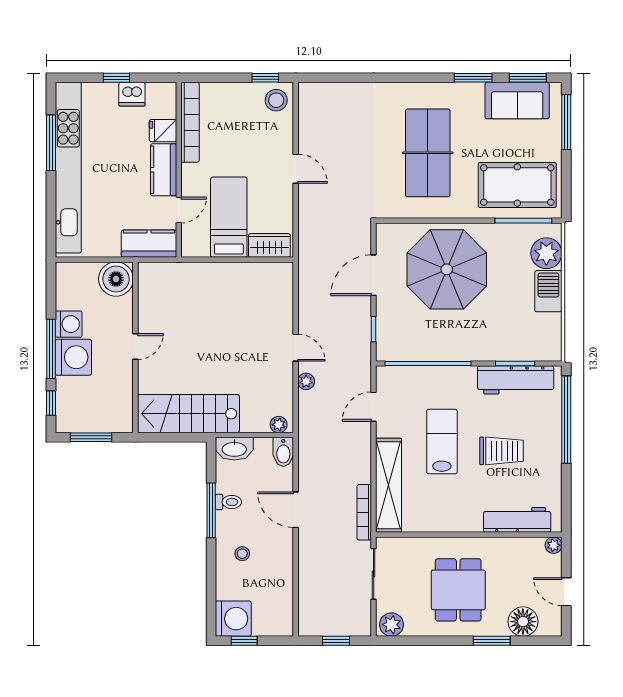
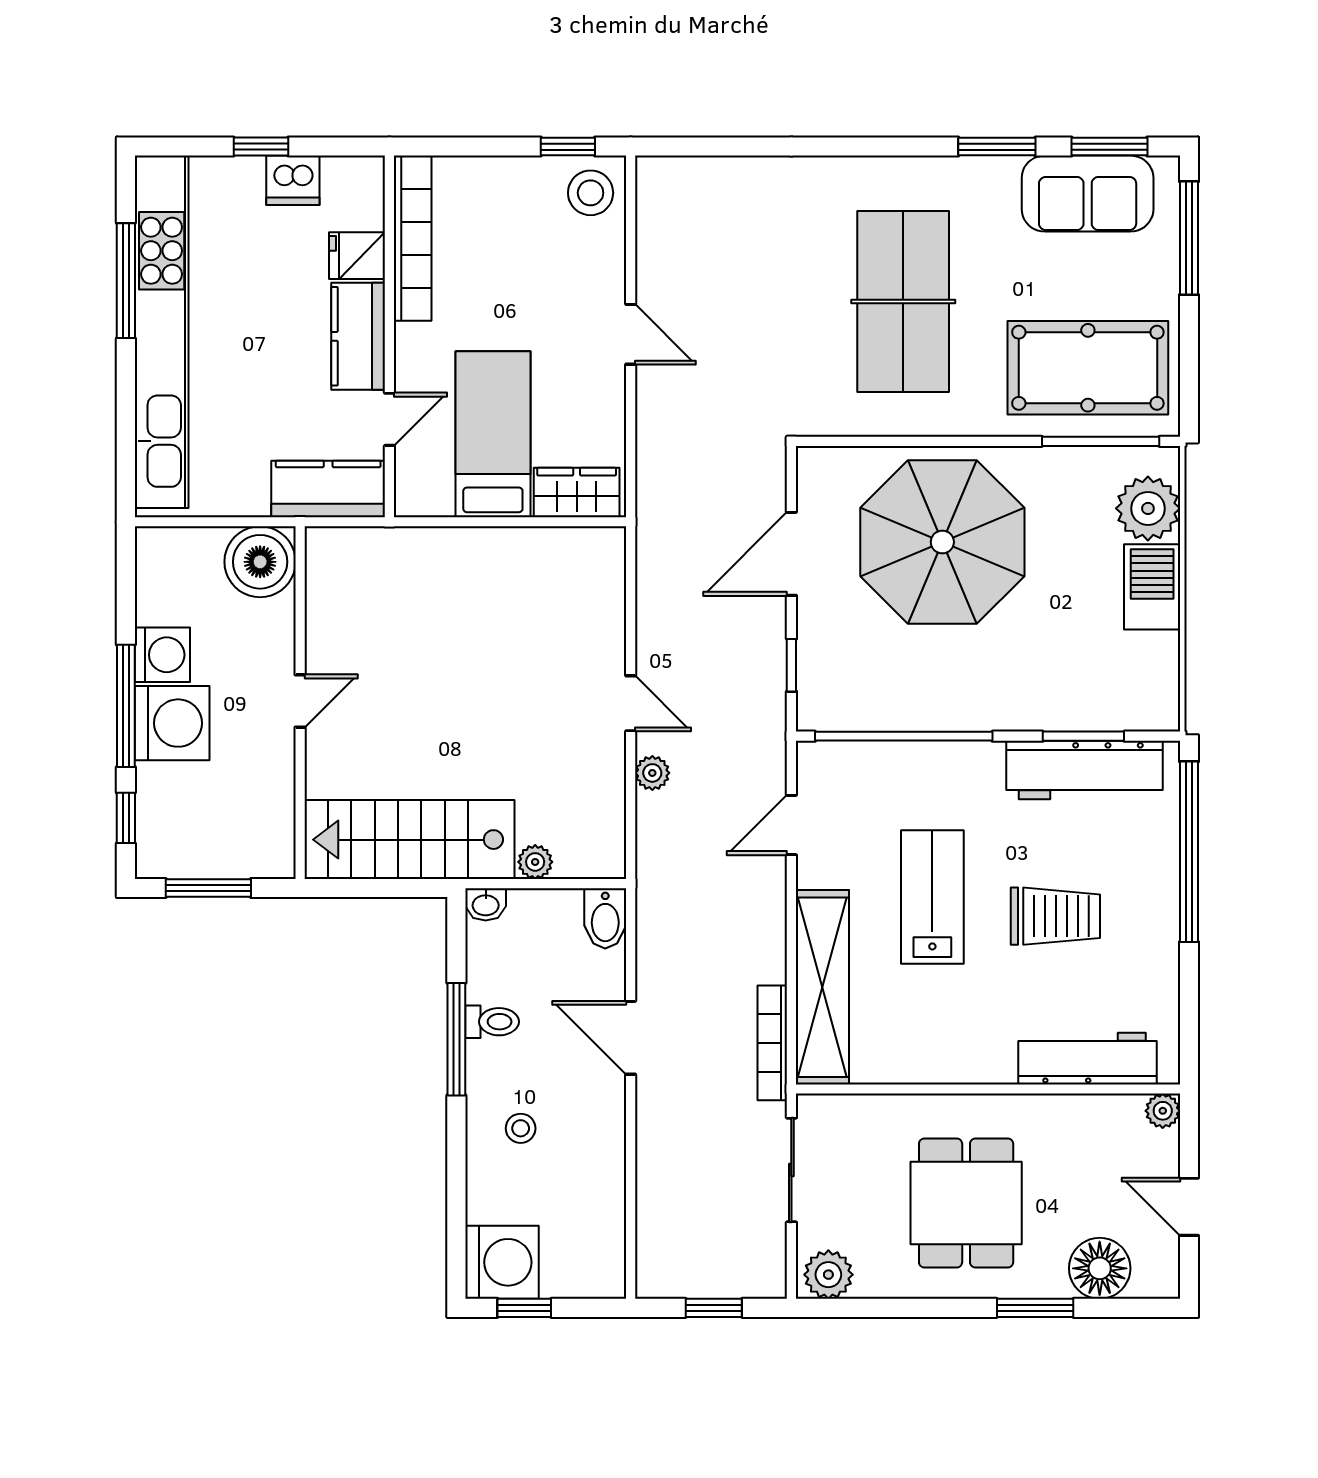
plant: (279, 425) -> (535, 862), moved
washbasin: (234, 449) -> (486, 904), width x0.52, depth x0.69

